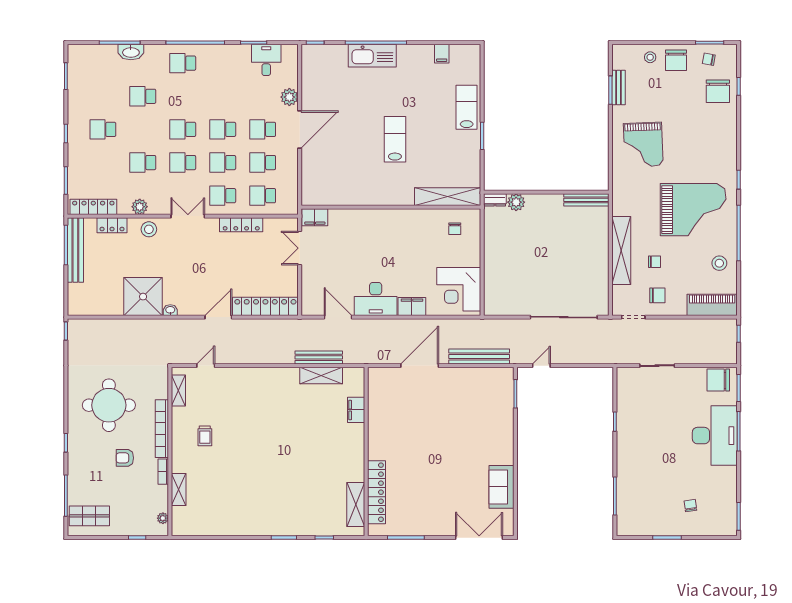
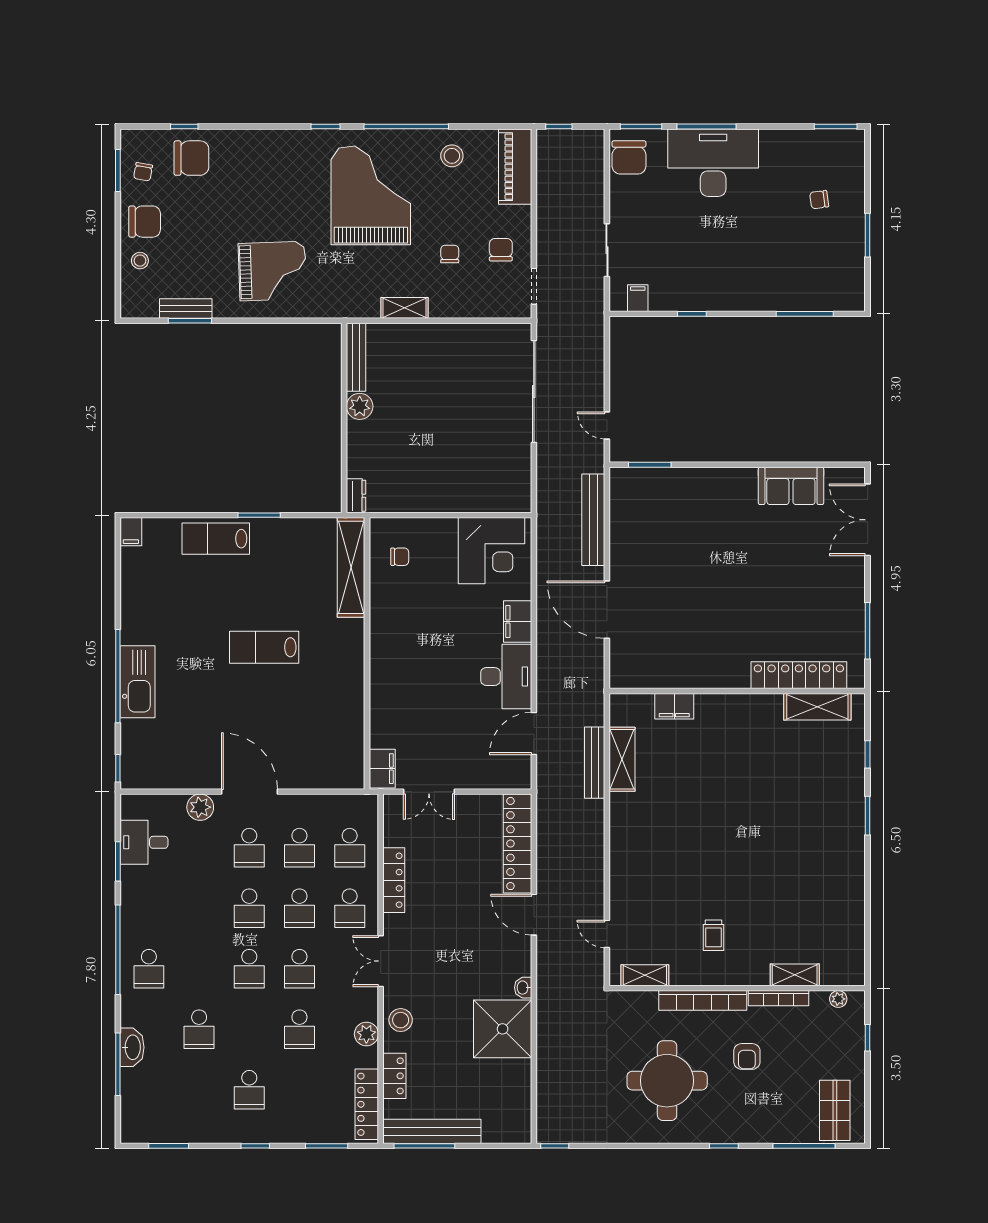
filing cabinet: (442, 54) -> (131, 532), moved, turned 90
plant: (516, 202) -> (360, 406), moved
shelving: (621, 250) -> (405, 308), width x0.45, depth x0.75
filing cabinet: (625, 386) -> (638, 298), added
trolley: (205, 436) -> (713, 935), turned 90
bookcase: (163, 472) -> (778, 998), width x1.56

